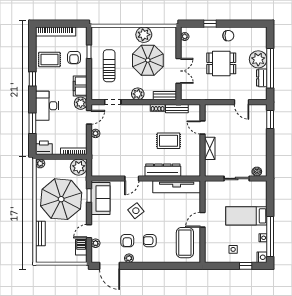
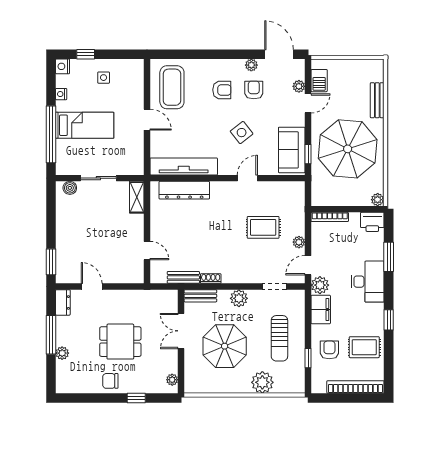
plant: (144, 35) -> (262, 382), moved
plant: (258, 59) -> (62, 353), width x0.53, depth x0.53
window: (270, 68) -> (51, 335), width x0.68
dresser: (262, 78) -> (63, 302), moved
rug: (169, 141) -> (263, 227), moved
shelving: (210, 148) -> (137, 197), moved
plant: (79, 167) -> (323, 194), removed
dresser: (163, 170) -> (184, 190), moved
door: (202, 220) -> (147, 120), hinge flipped
window: (270, 237) -> (51, 134), moved

